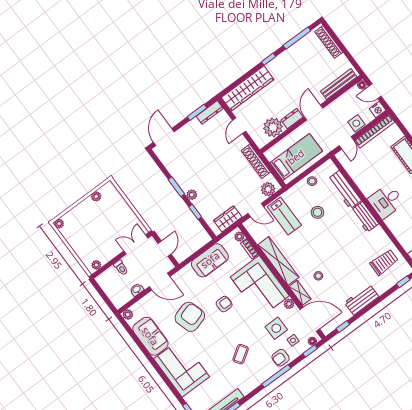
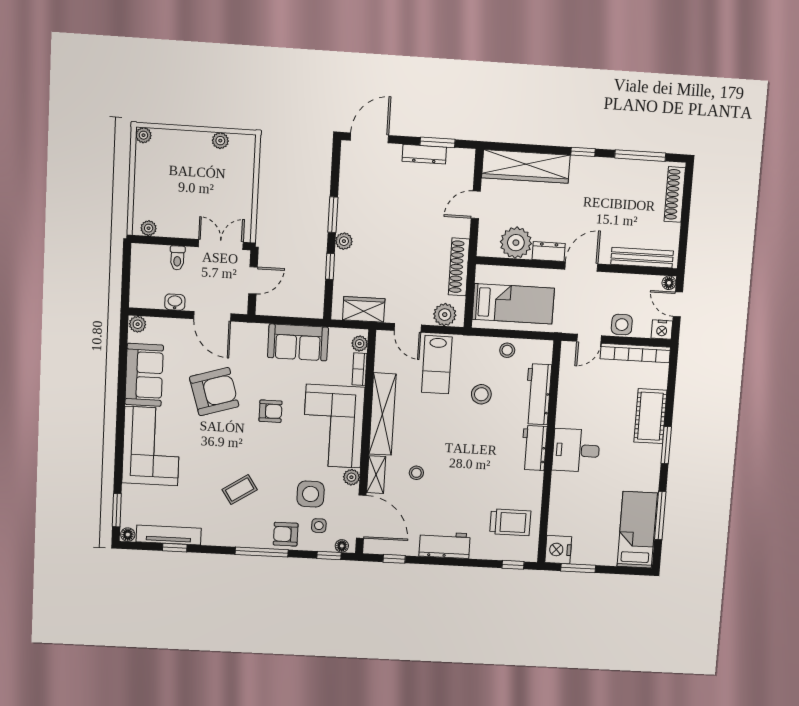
dresser: (210, 112) -> (424, 154), moved

